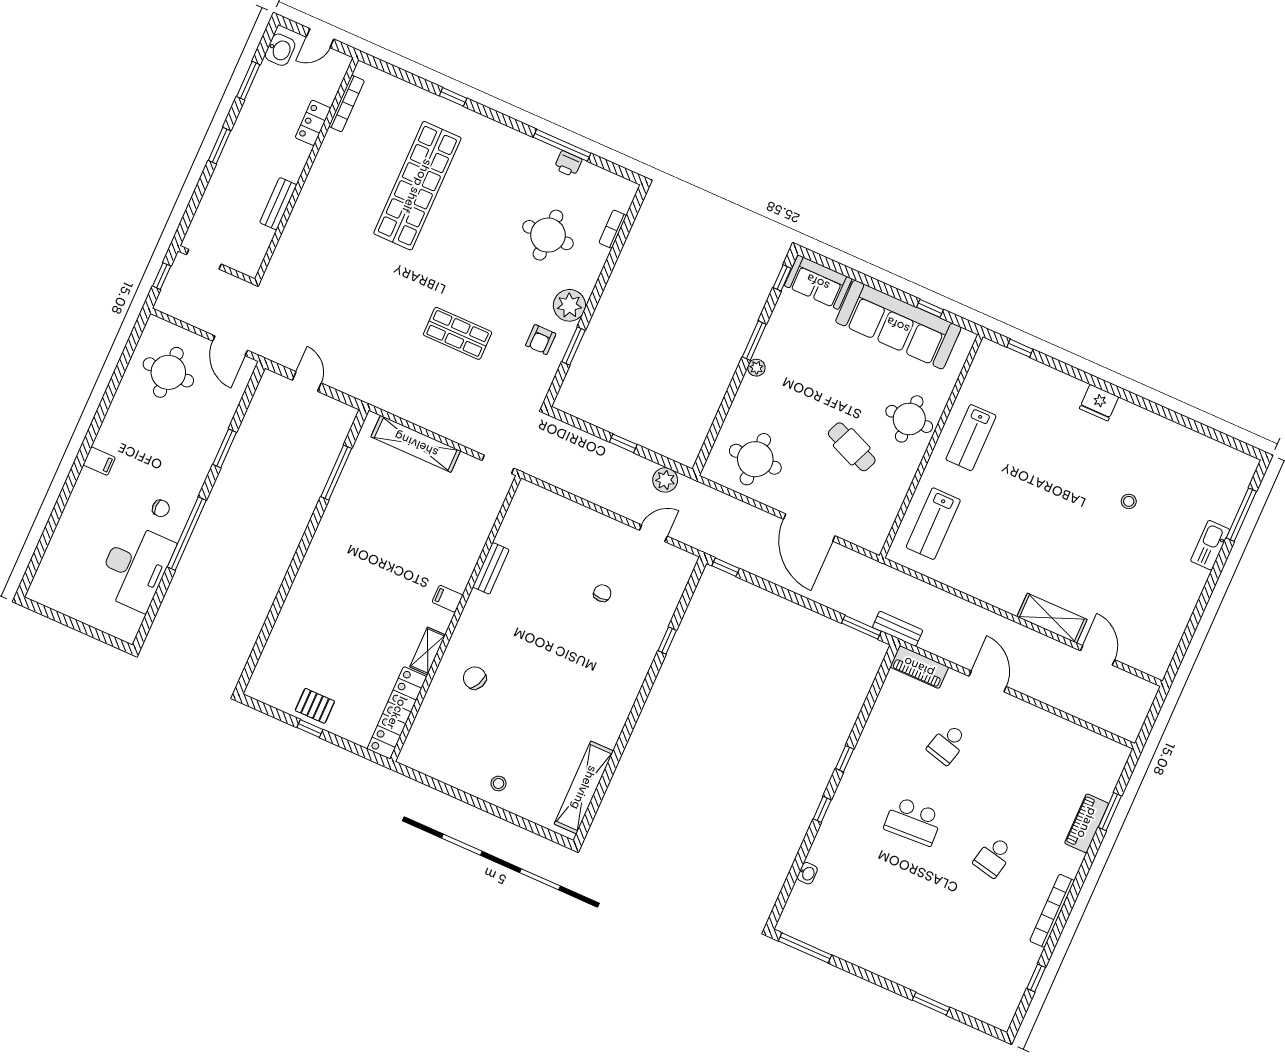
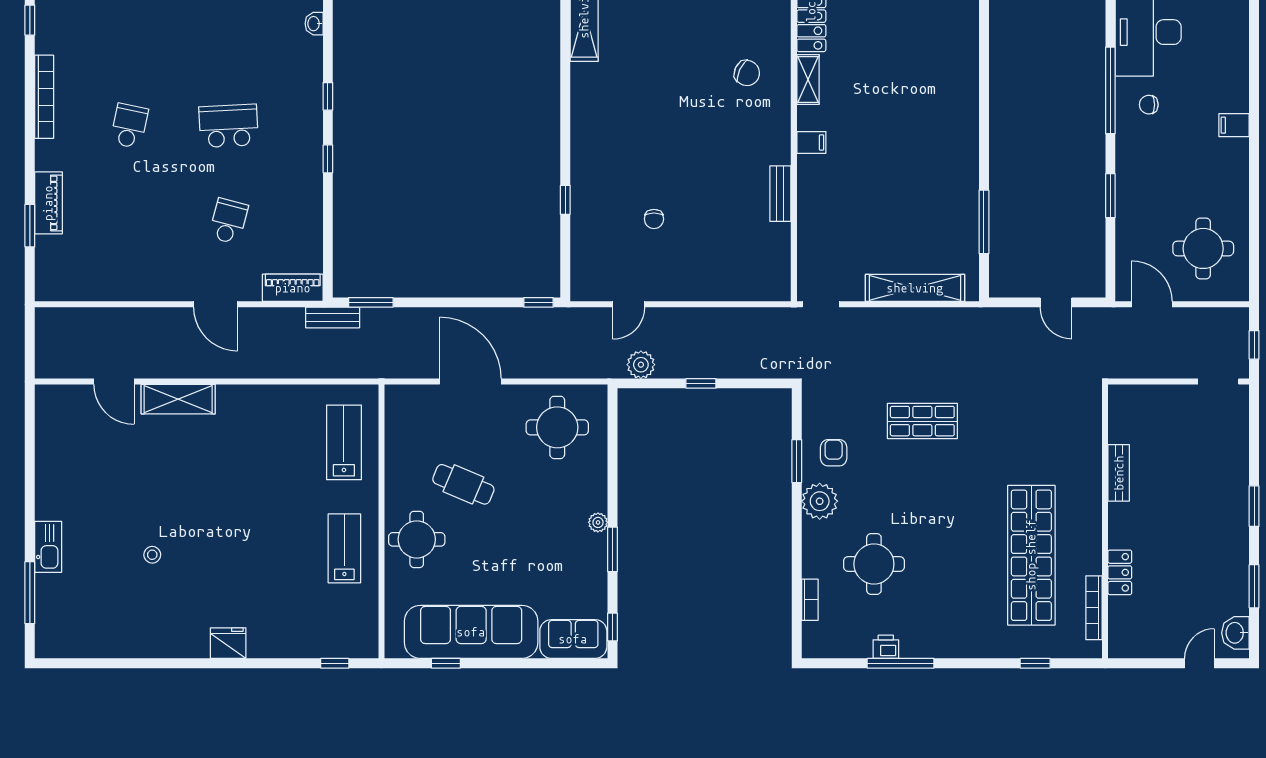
bookcase: (347, 103) -> (1094, 608), moved
locker: (313, 123) -> (1120, 572), moved
wall: (307, 169) -> (1105, 521), moved
bench: (278, 204) -> (1119, 473), moved

